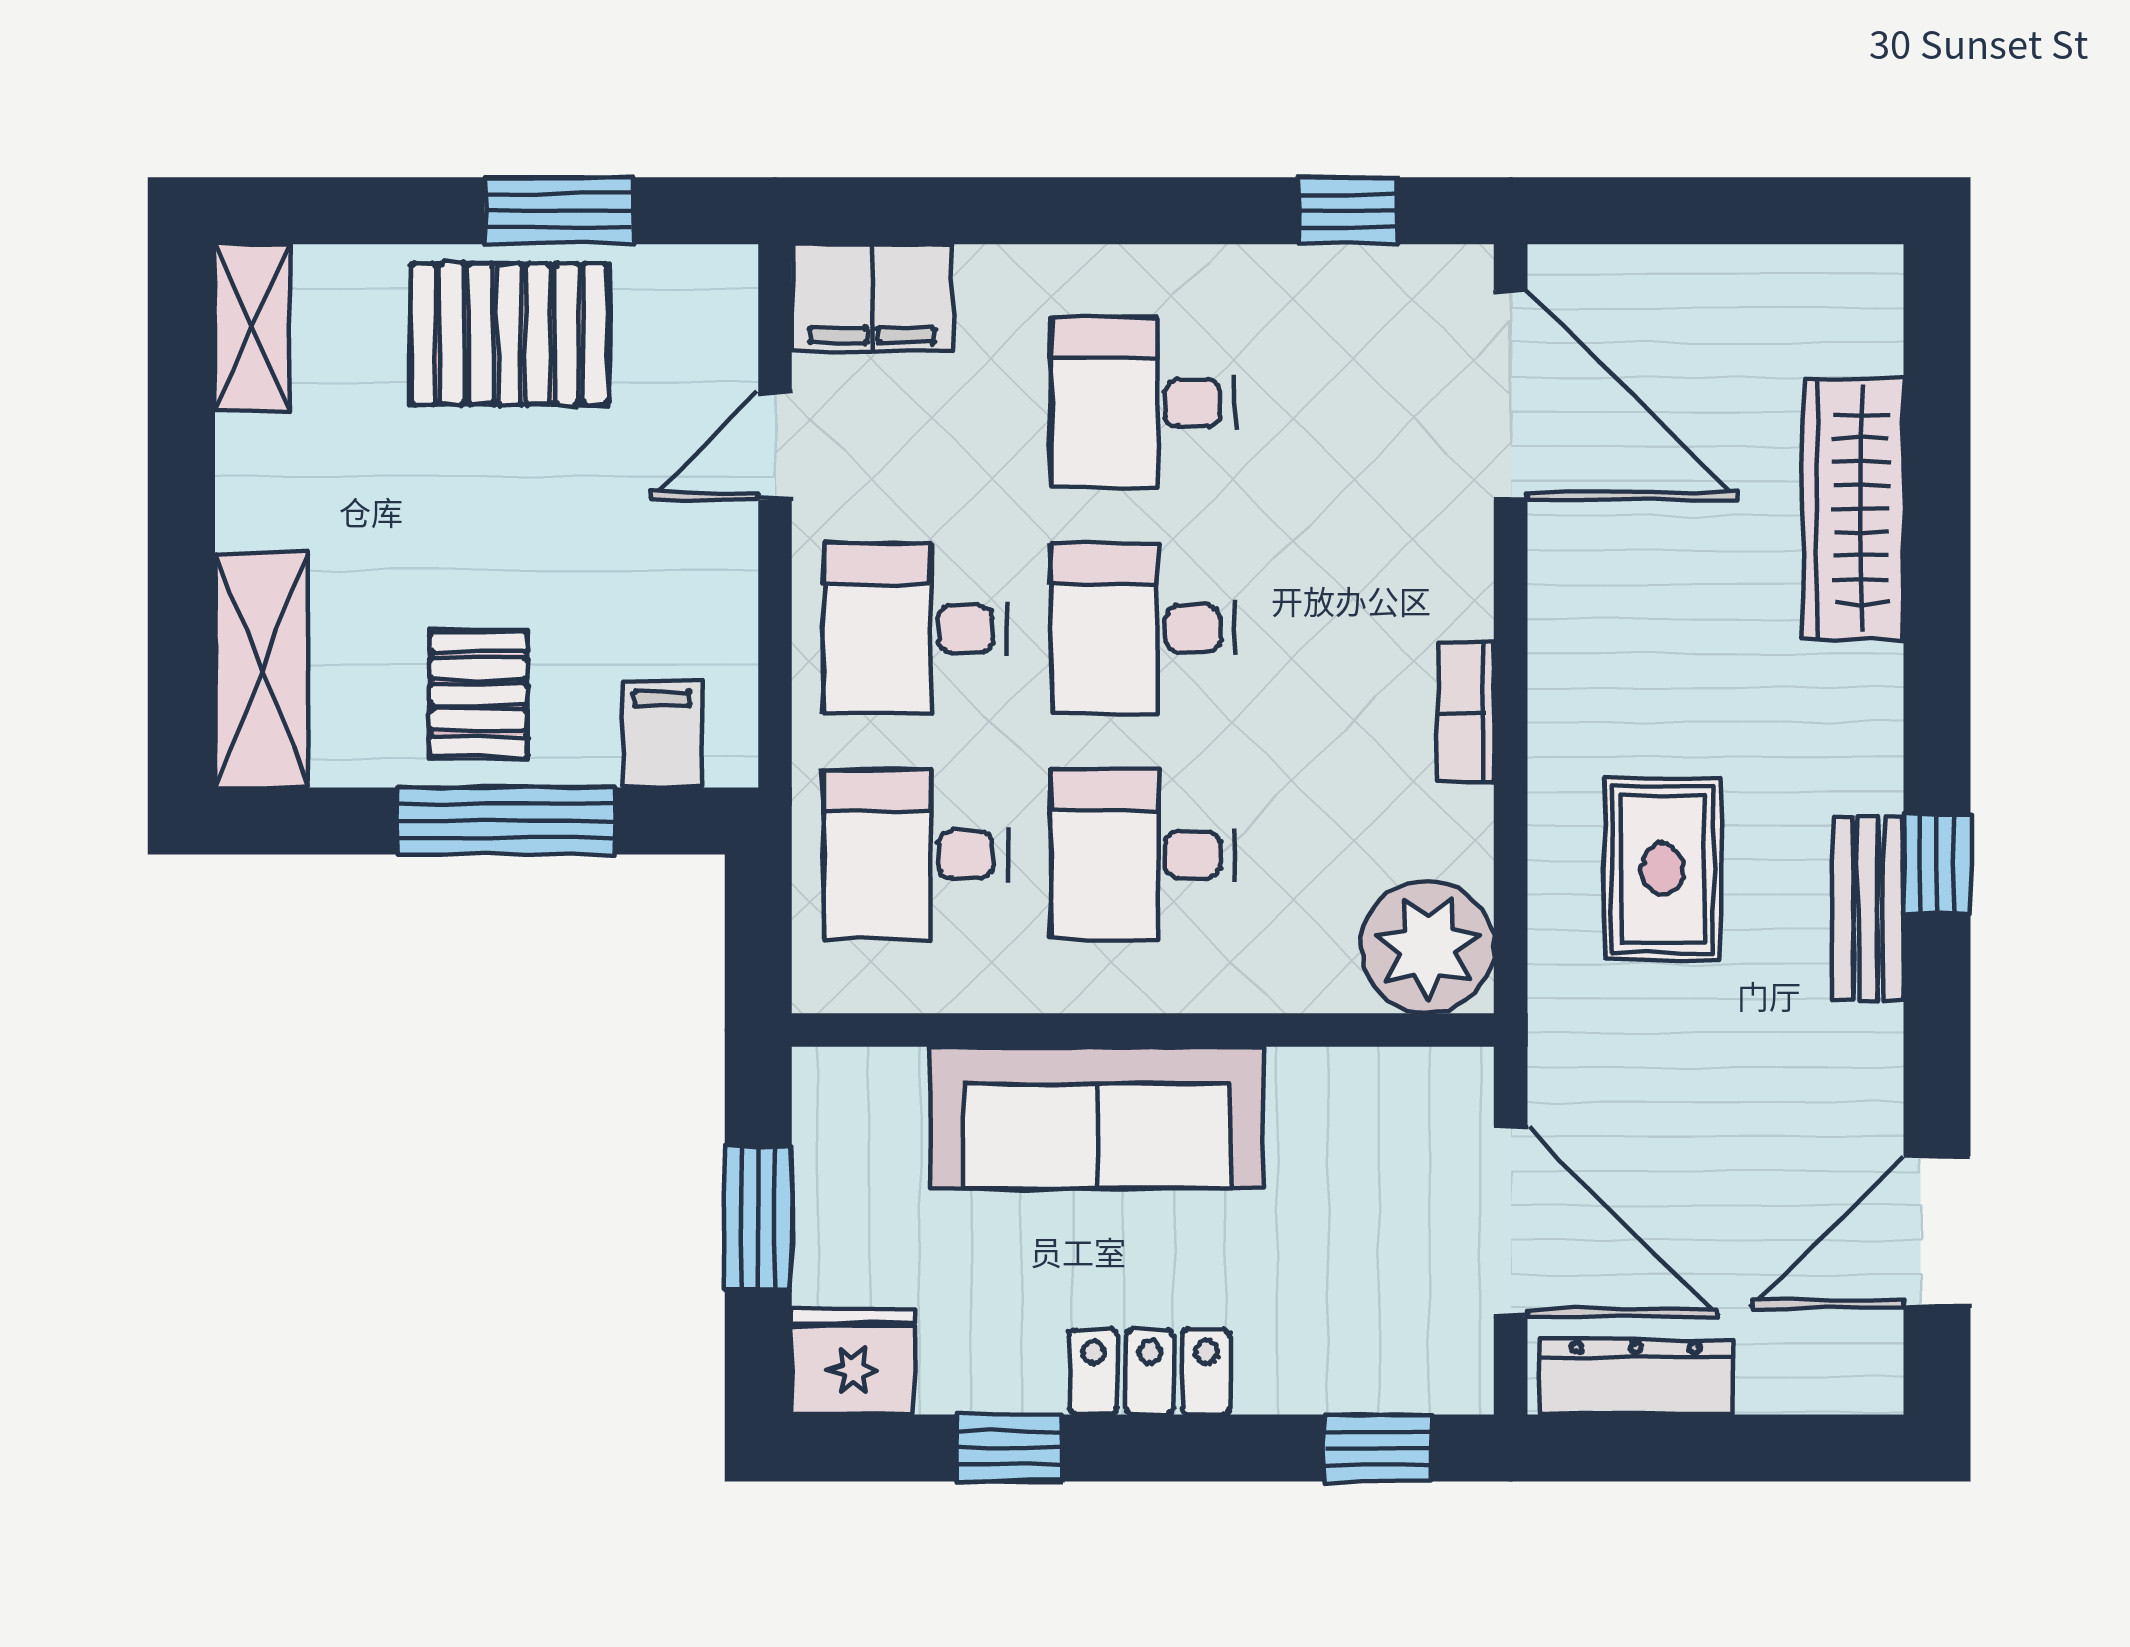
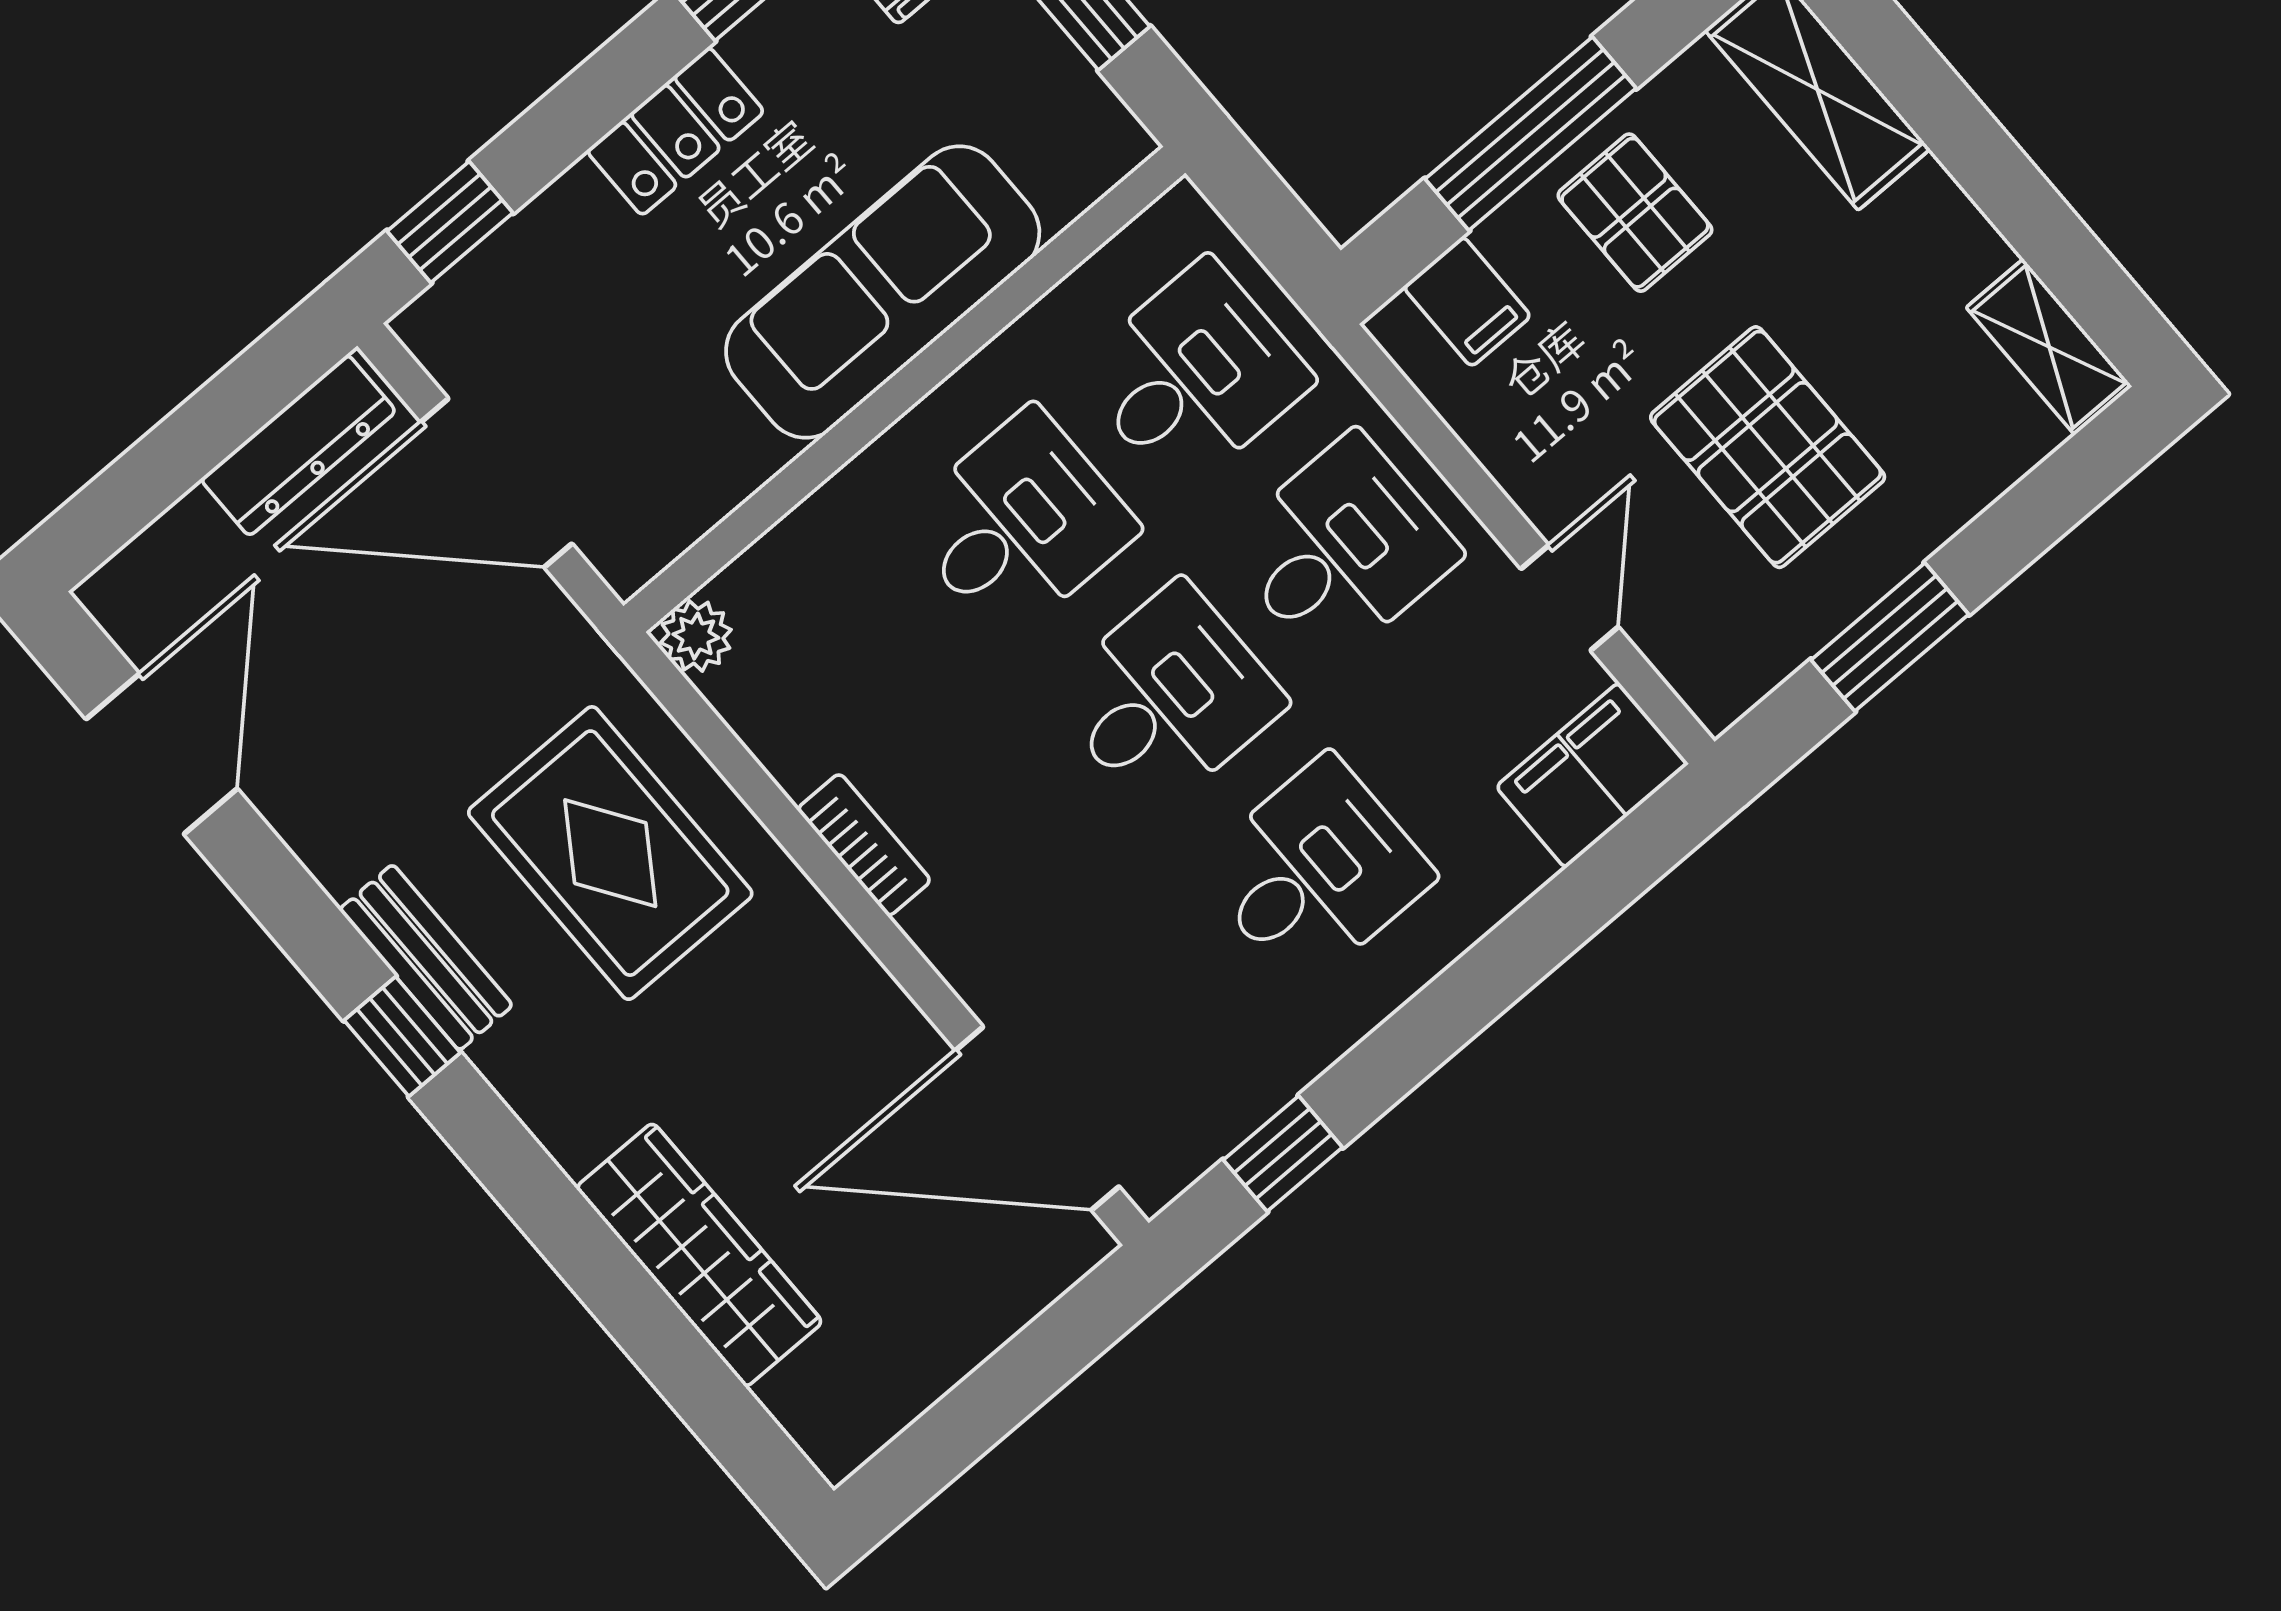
pallet: (510, 334) -> (1768, 447), moved, turned 90
rug: (1662, 869) -> (610, 853), width x1.36, depth x1.43
plant: (1427, 947) -> (696, 636), width x0.53, depth x0.53

